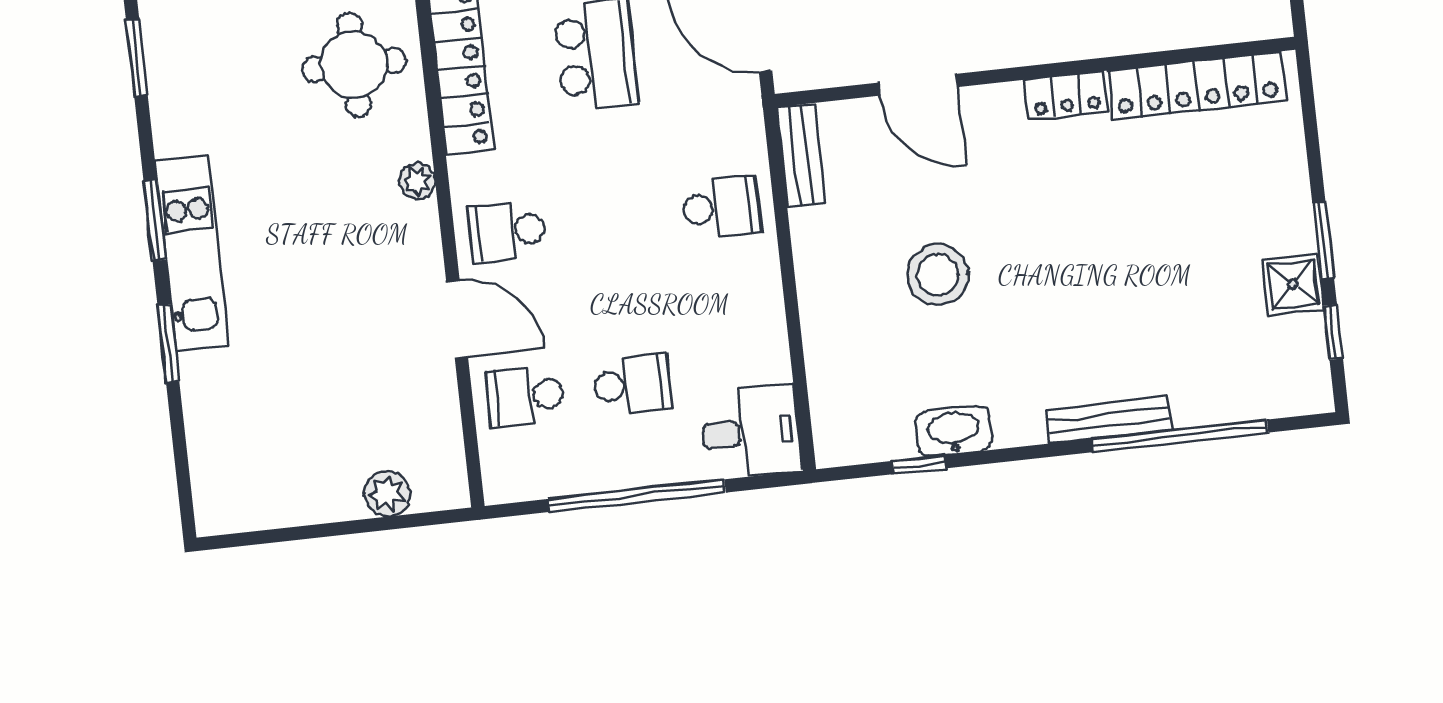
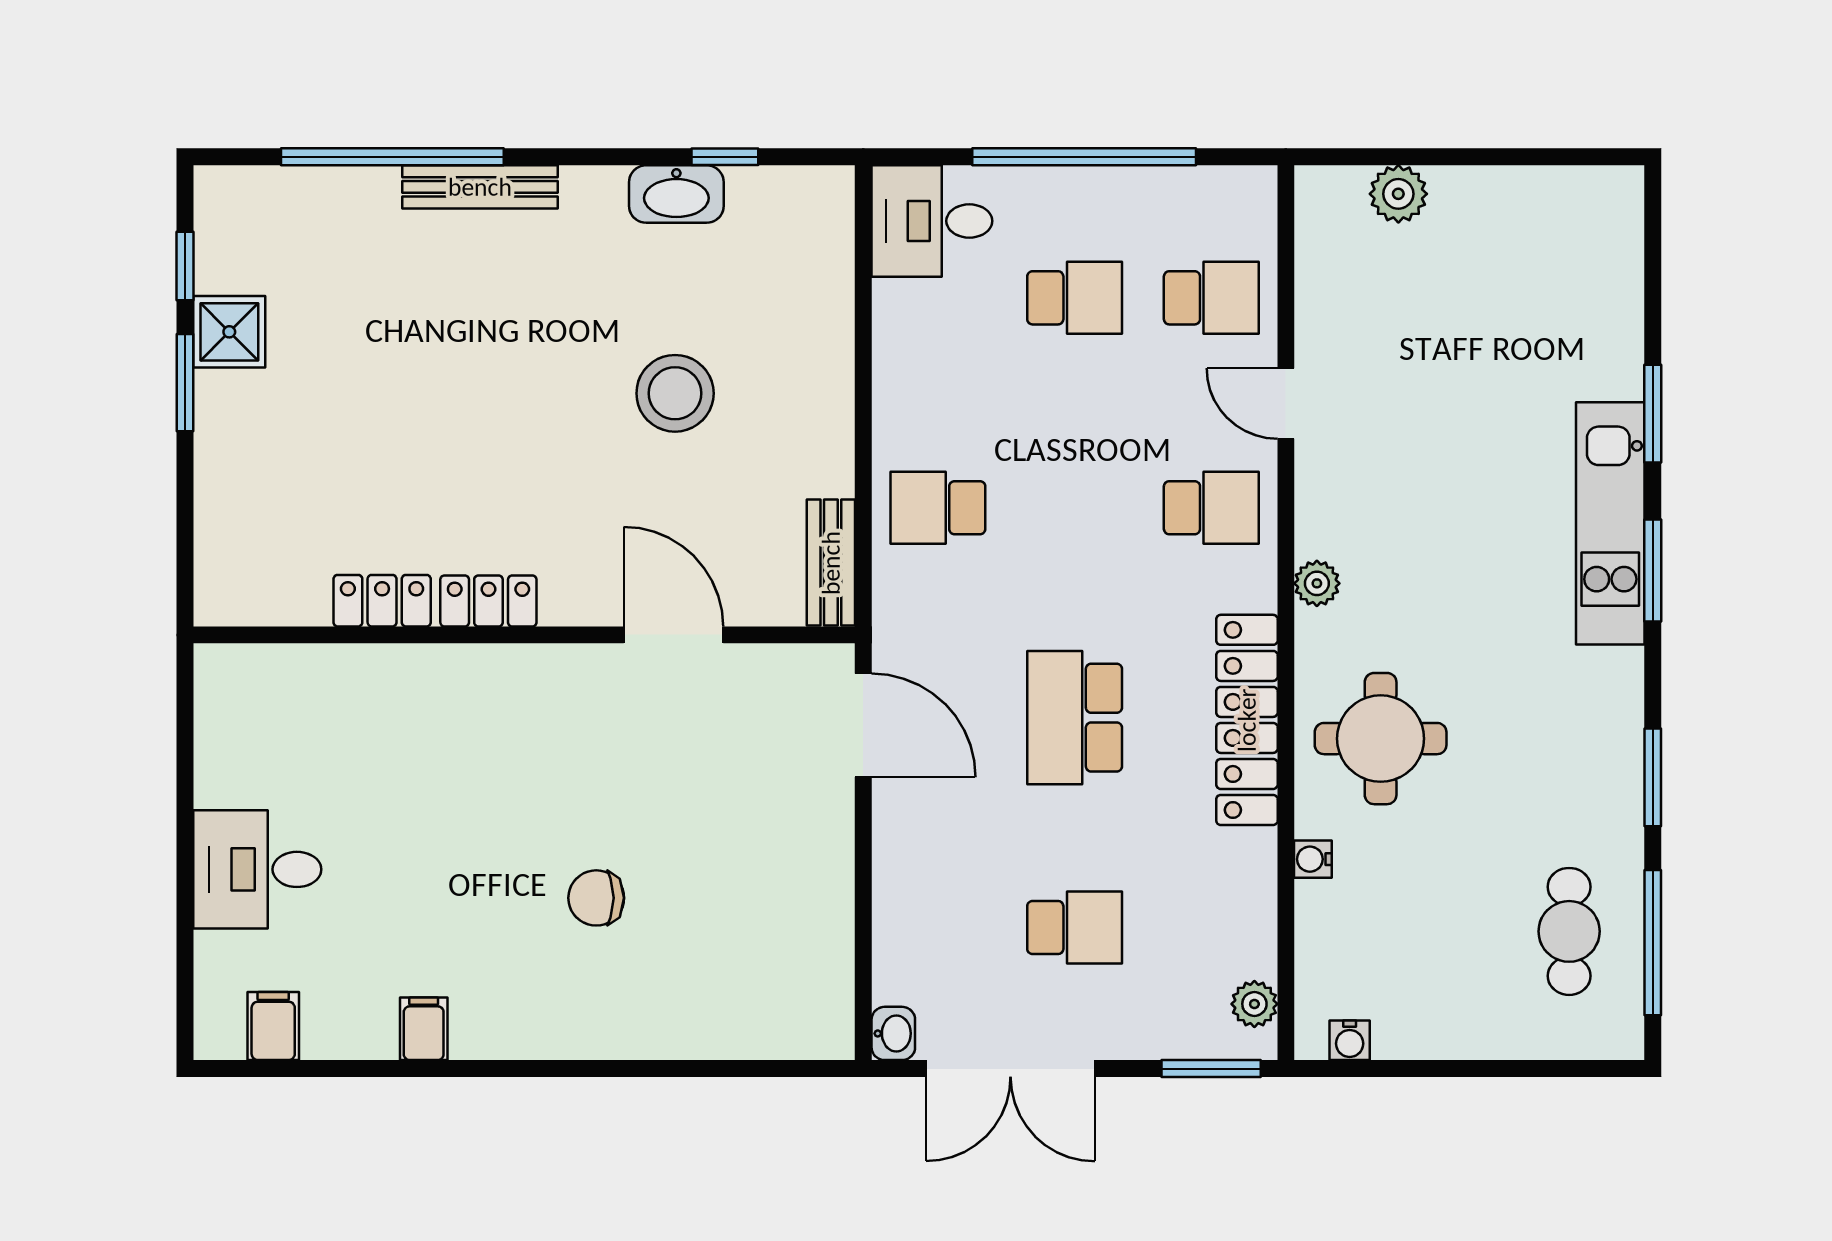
locker: (1197, 86) -> (382, 601), width x0.46, depth x0.83
door: (457, 320) -> (1286, 404), width x0.73
school desk: (632, 384) -> (1075, 298), turned 180

